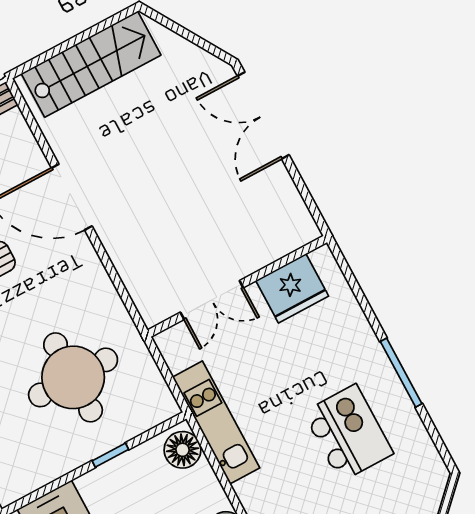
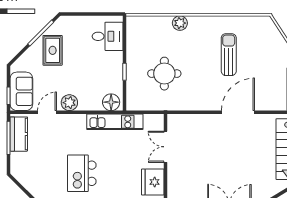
round table: (73, 377) -> (164, 74), width x0.73, depth x0.73
kitchen island: (348, 433) -> (82, 173), turned 90

